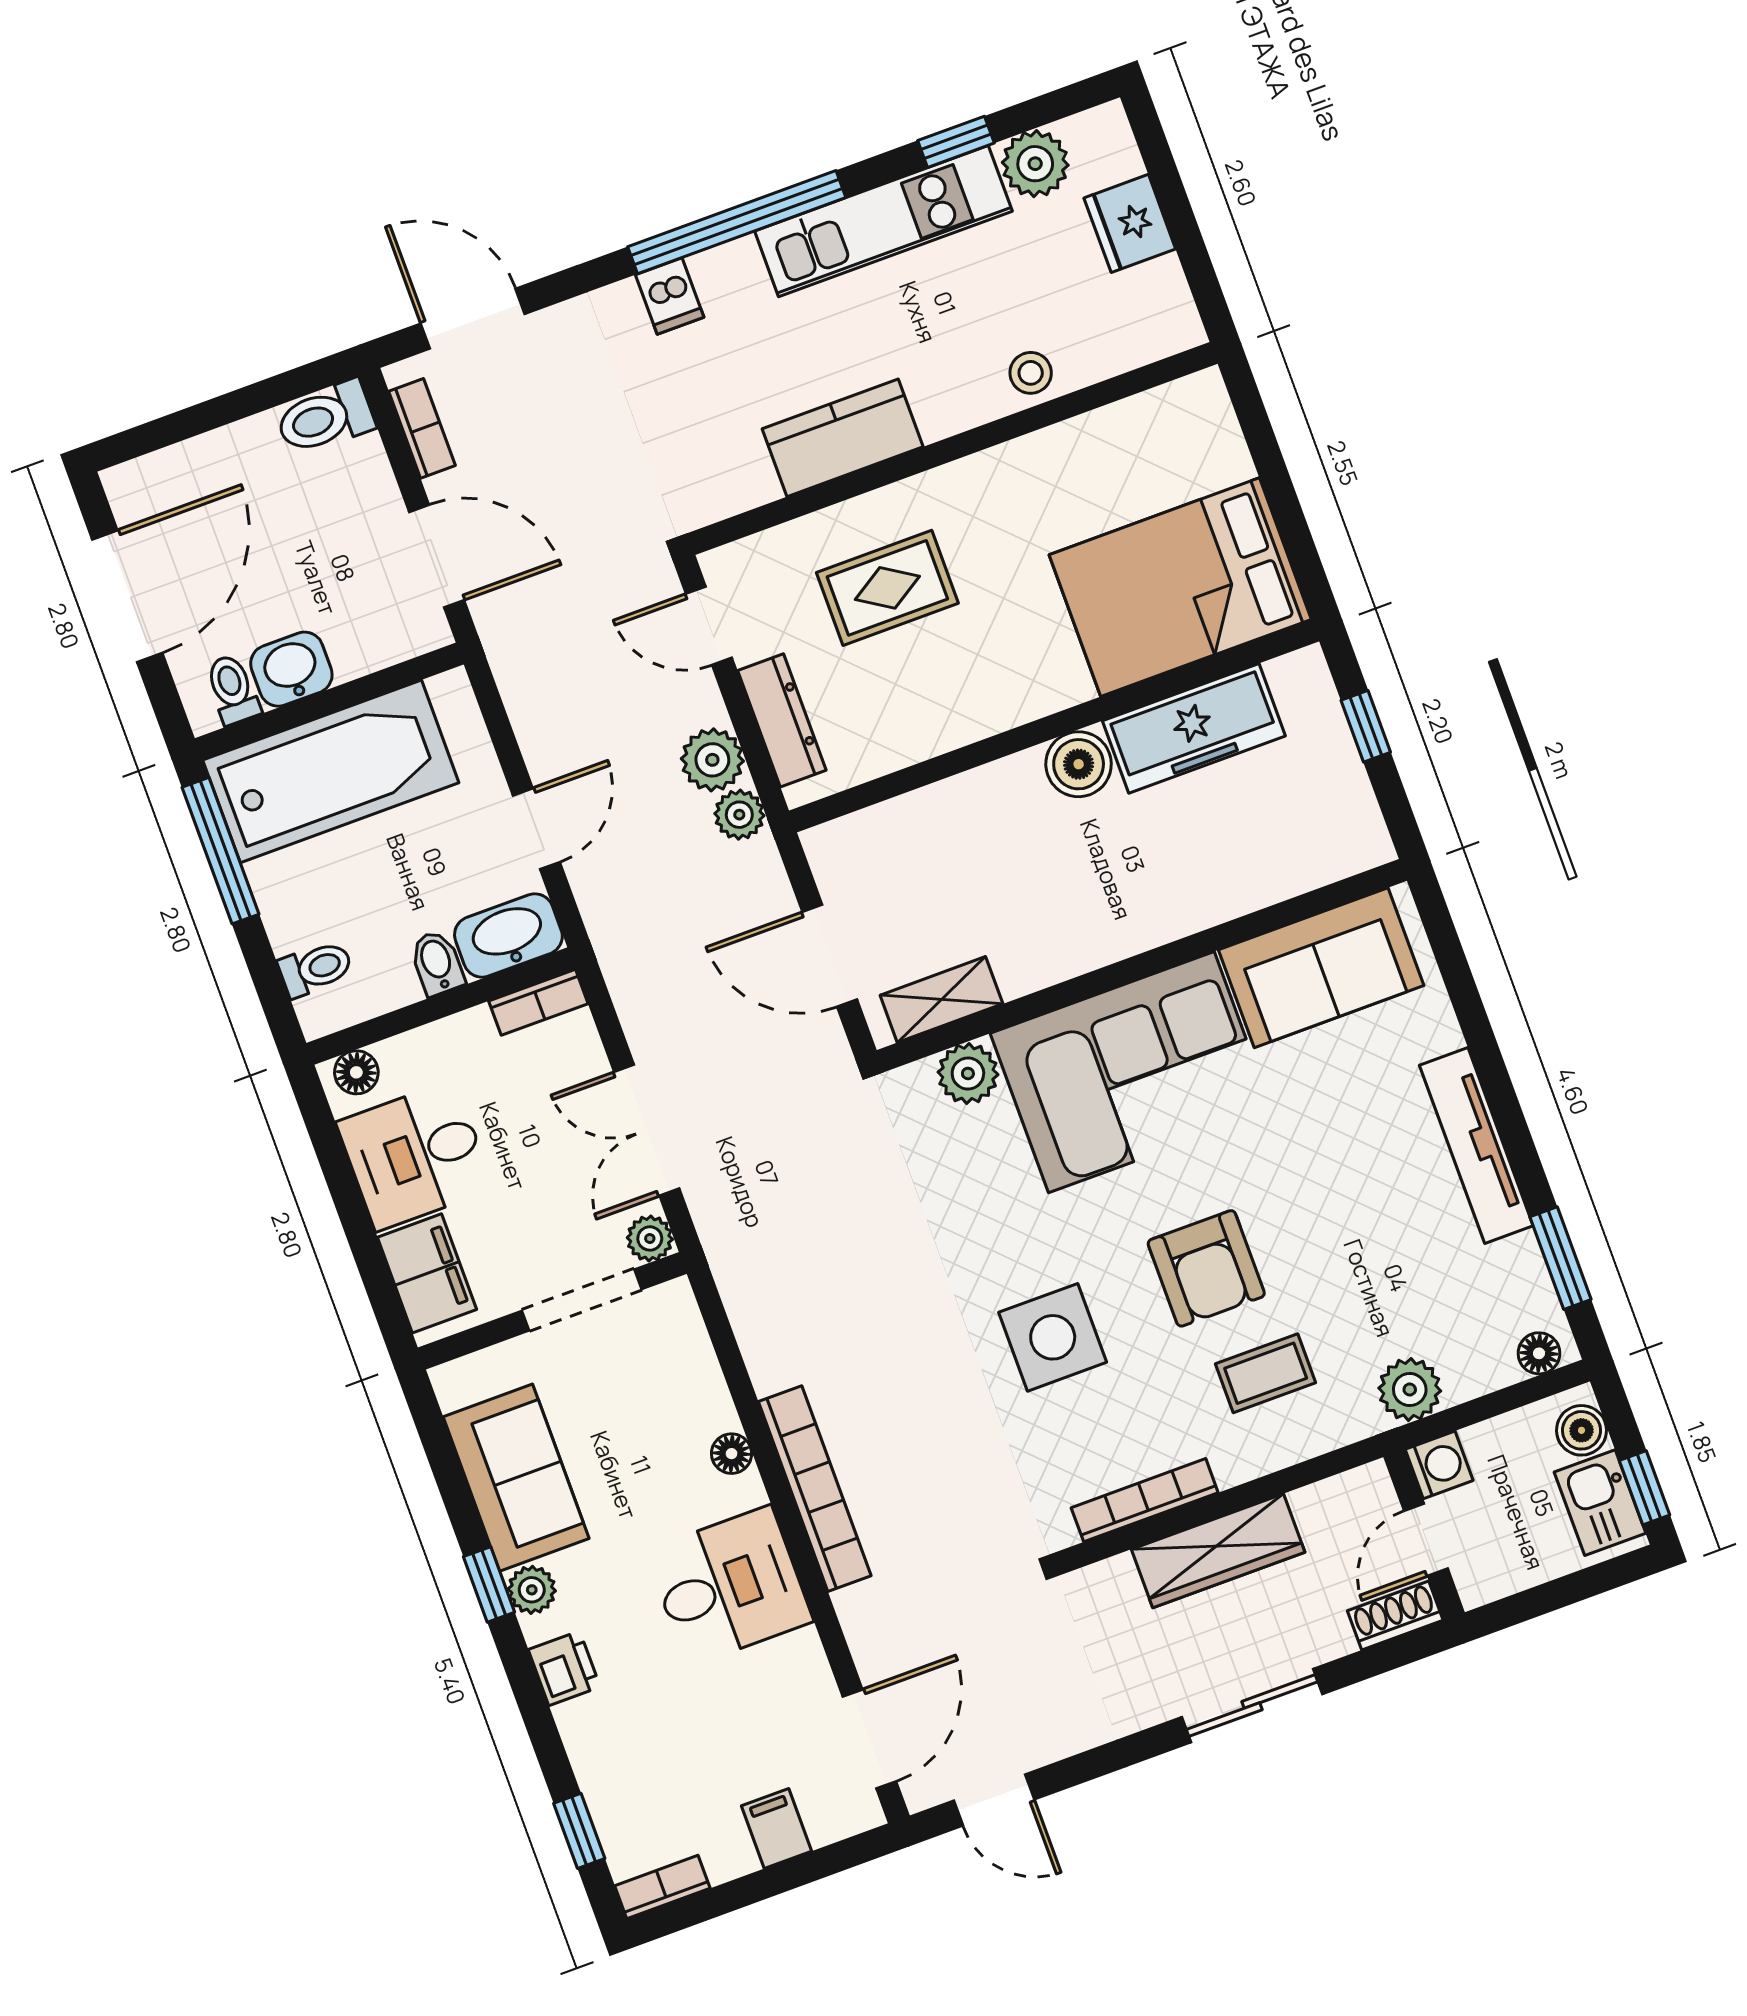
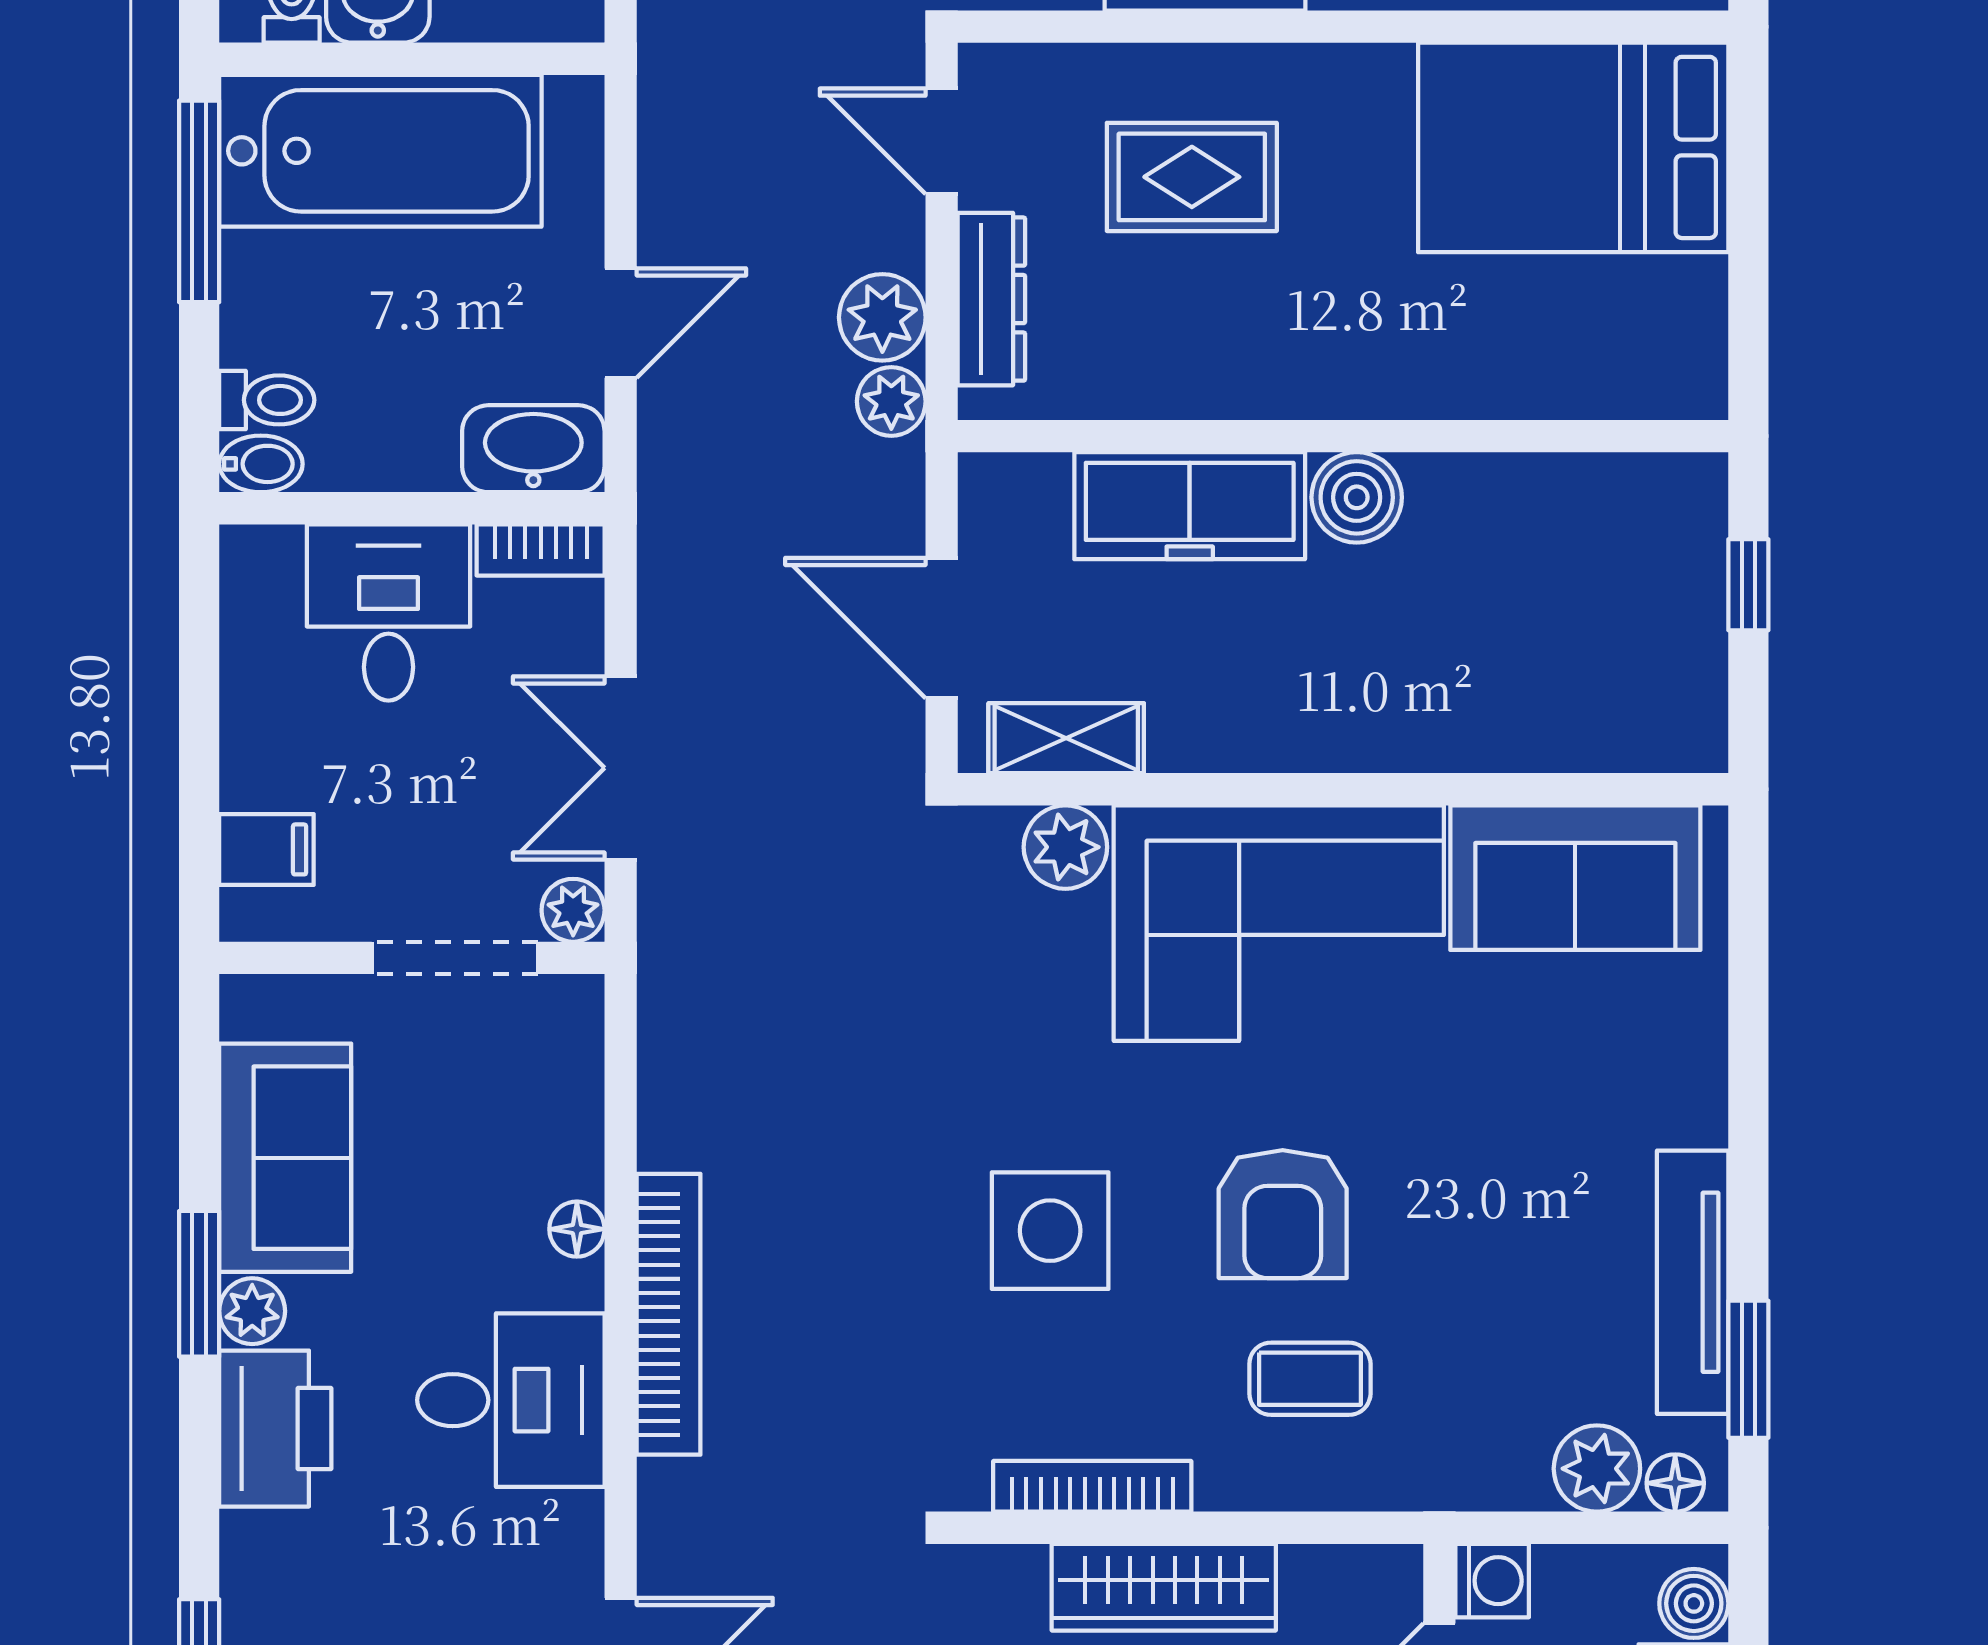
bed: (1180, 587) -> (1573, 147), moved
freezer: (1194, 728) -> (1190, 506), moved
bidet: (437, 963) -> (261, 464), moved, turned 90
floor lamp: (356, 1072) -> (270, 554), removed
tv unit: (1476, 1145) -> (1693, 1282), moved
desk: (415, 1155) -> (388, 612), moved, turned 90
filing cabinet: (427, 1273) -> (266, 849), width x0.50
plant: (1410, 1390) -> (1597, 1469), moved
window: (489, 1584) -> (199, 1284), width x1.50
printer: (564, 1668) -> (275, 1429), width x1.87, depth x1.48

